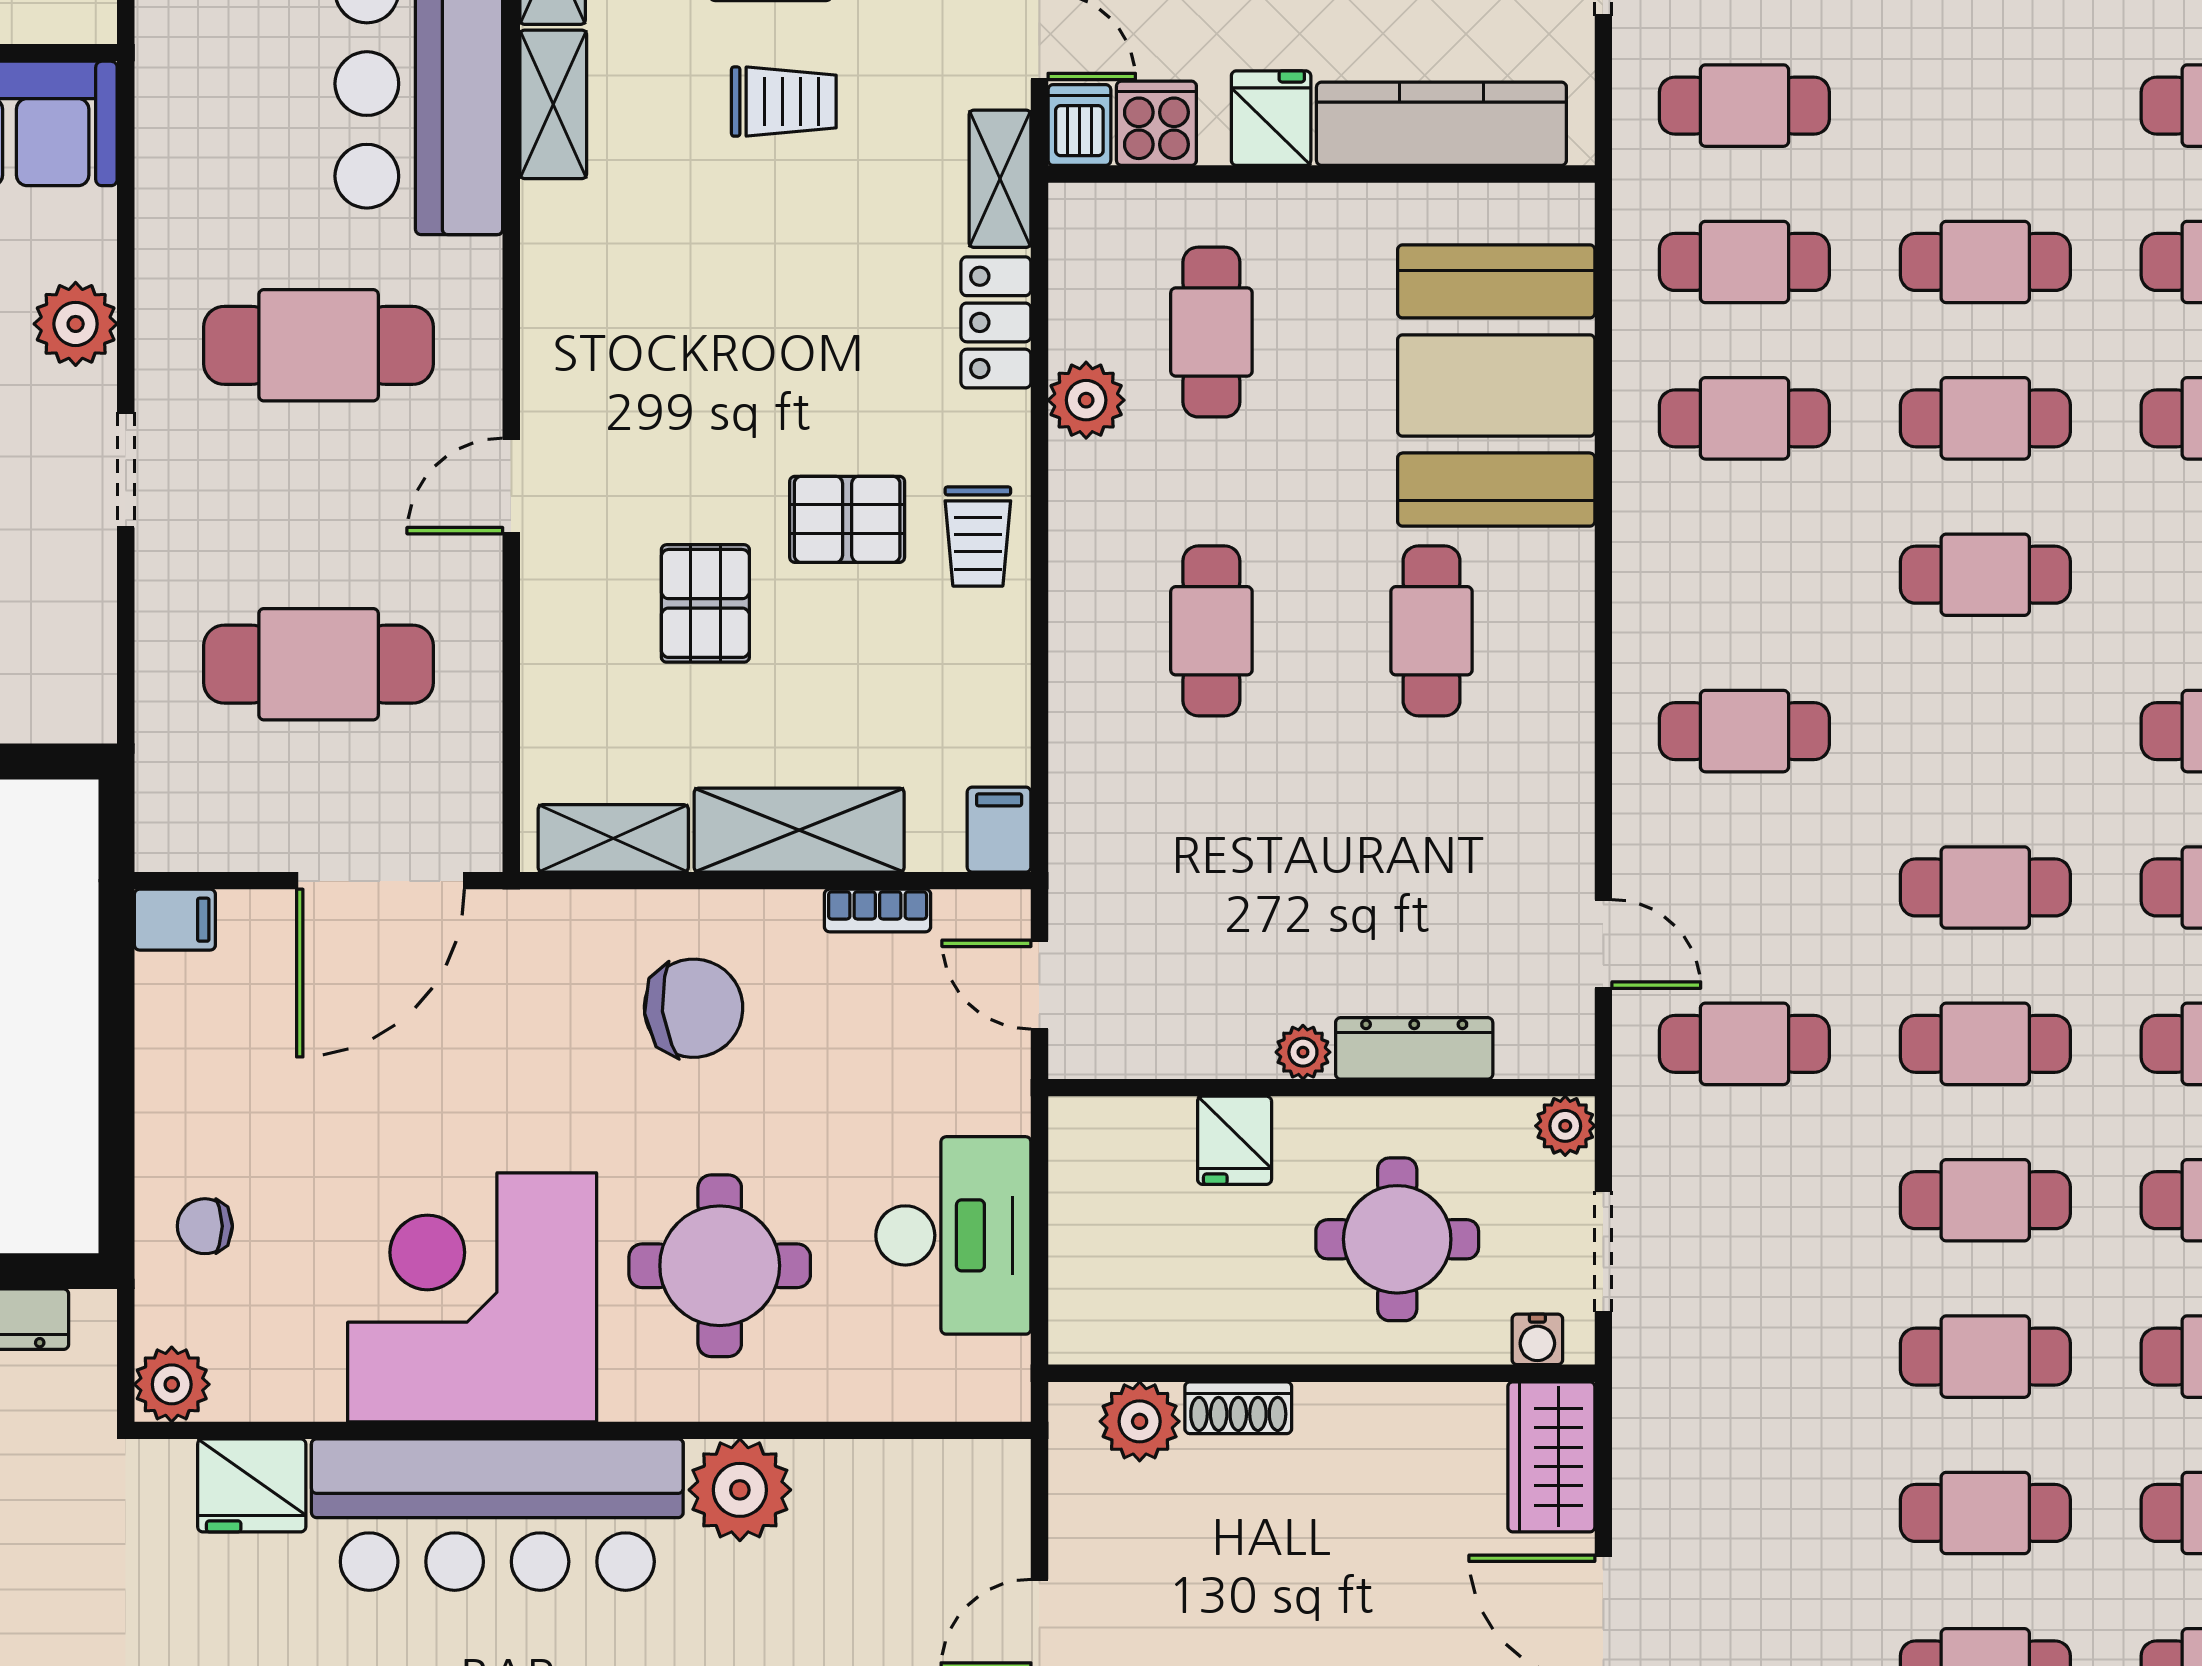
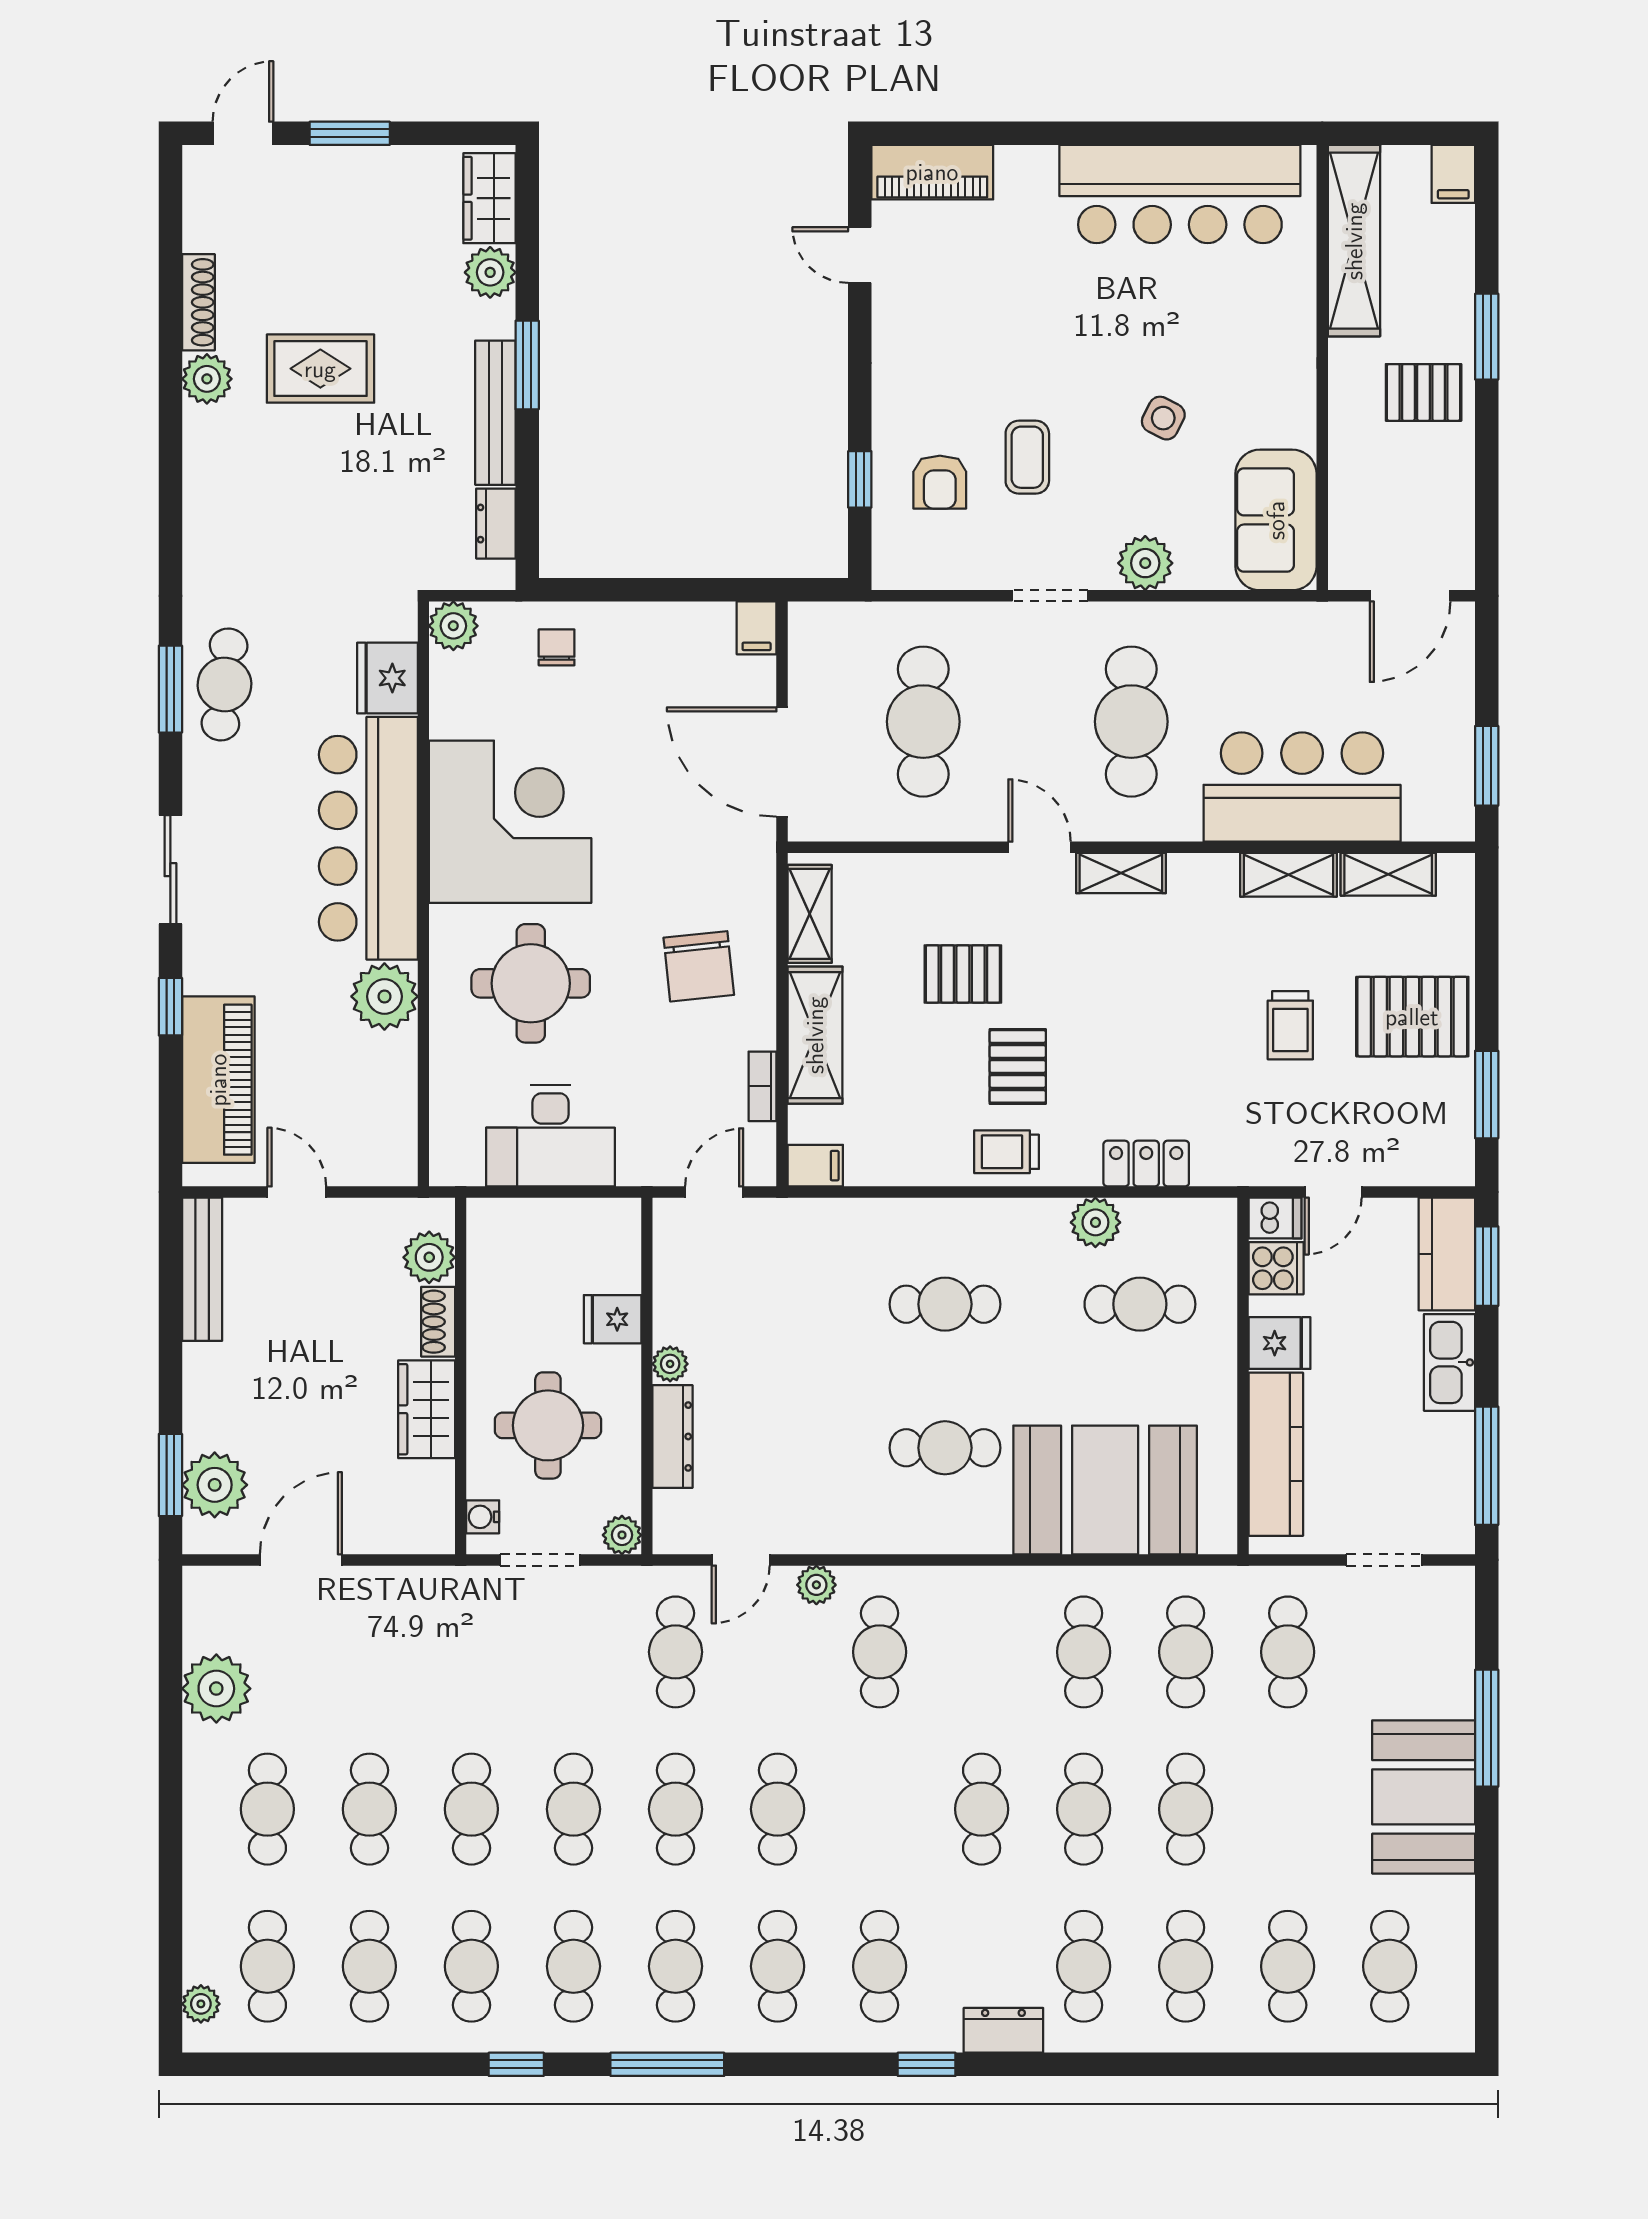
shelving: (1000, 179) -> (1121, 873), moved
plant: (1642, 828) -> (816, 1585), added
wardrobe: (1551, 1457) -> (427, 1409), moved, turned -90

